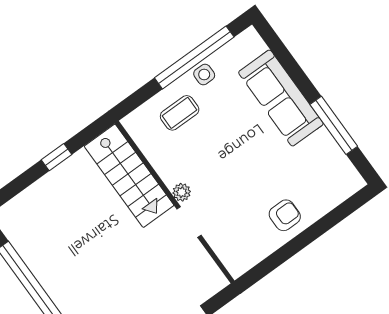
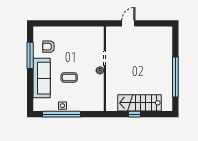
coffee table: (180, 113) -> (69, 77), moved
stairs: (129, 176) -> (139, 103), moved, turned -90
armchair: (285, 215) -> (49, 47), moved

